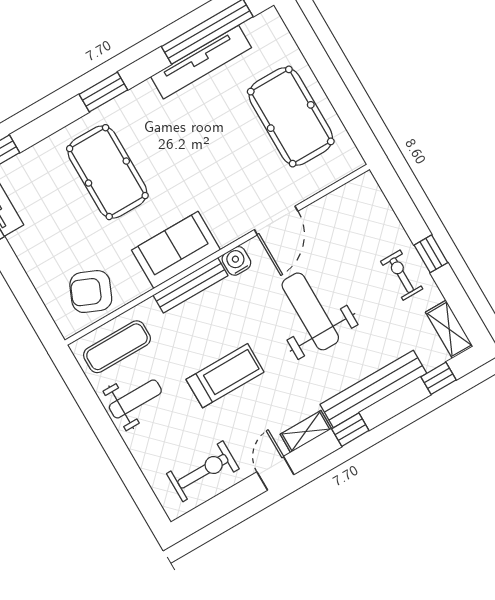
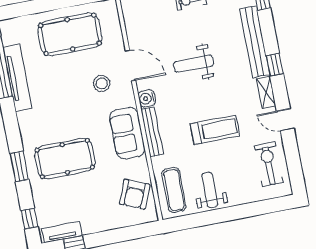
window: (103, 92) -> (19, 167), moved
stool: (235, 188) -> (102, 84), added
weight bench: (310, 311) -> (194, 64), width x0.73, depth x0.75
treadmill: (225, 376) -> (215, 130), turned 90

